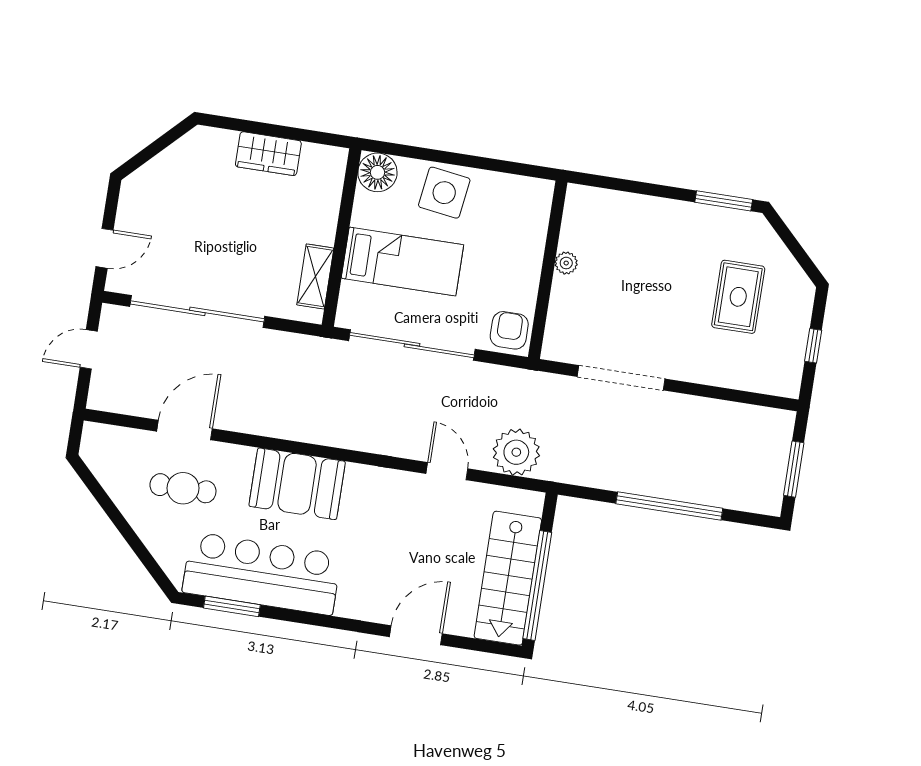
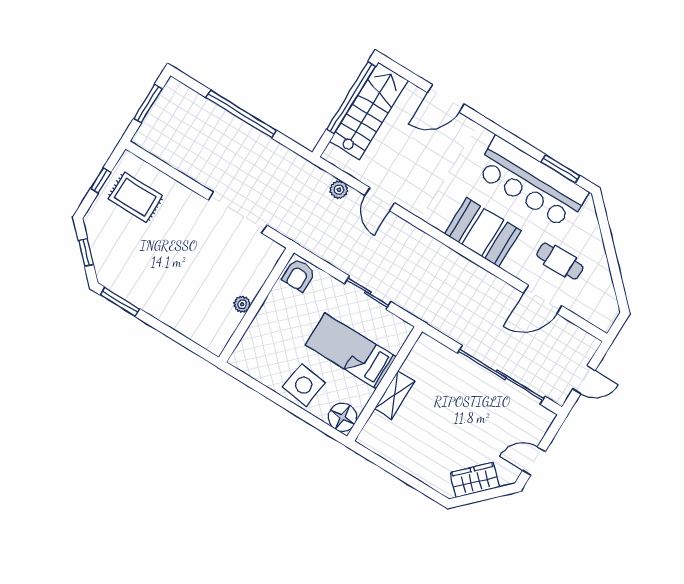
wardrobe: (268, 154) -> (475, 480), moved, turned -45
window: (793, 246) -> (86, 253), added
door: (105, 248) -> (534, 461), moved
shelving: (315, 276) -> (395, 395), moved
rug: (738, 297) -> (135, 197), moved, turned 90
sliding door: (412, 345) -> (368, 293), width x0.54
plant: (516, 452) -> (339, 190), width x0.53, depth x0.53

